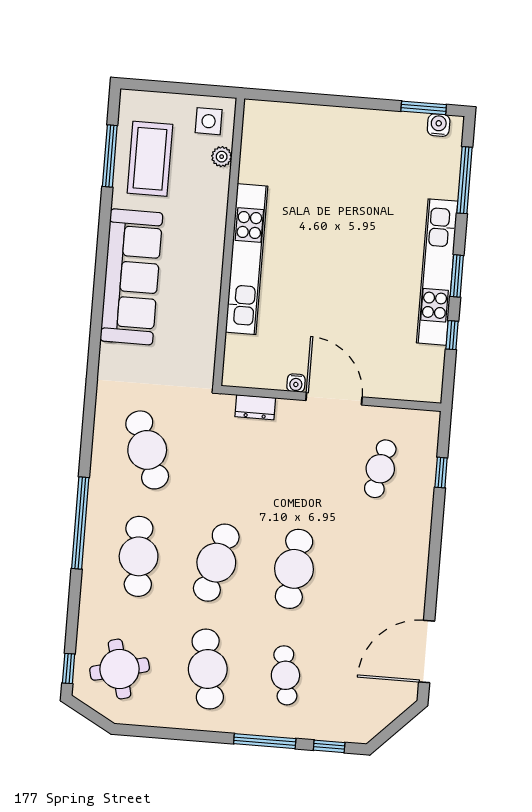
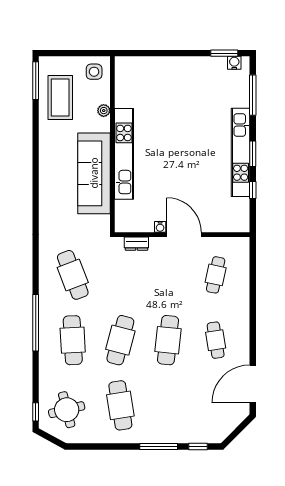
window: (110, 156) -> (36, 81), moved
plant: (222, 157) -> (104, 111), moved
sofa: (131, 277) -> (94, 173), moved, turned 180
window: (441, 473) -> (253, 274), removed
cafe table: (285, 675) -> (216, 340), moved

